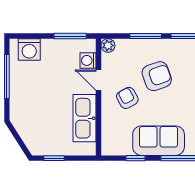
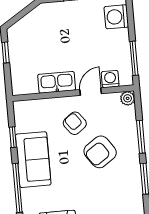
armchair: (157, 76) -> (100, 152), turned 74
armchair: (127, 98) -> (75, 123), turned -98
kitchen sink: (85, 118) -> (57, 82), width x0.73, depth x0.81

